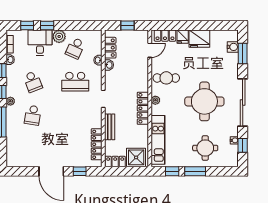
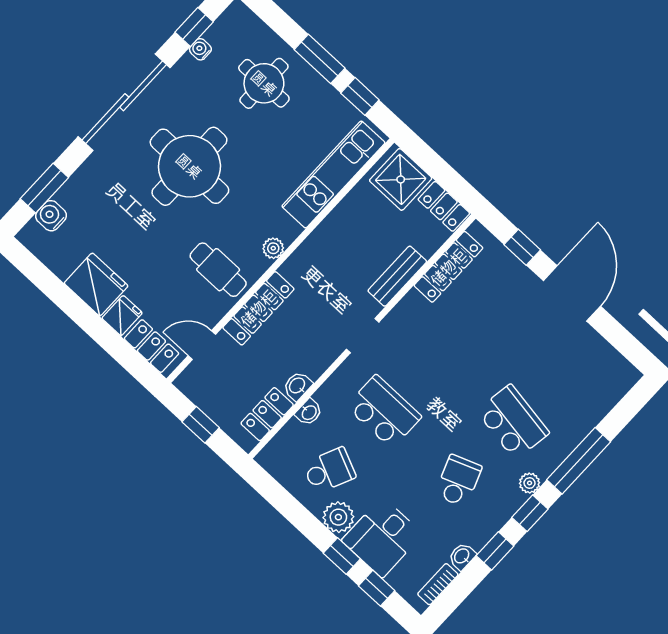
locker: (143, 108) -> (258, 308), moved
school desk: (33, 115) -> (513, 422), width x1.85

